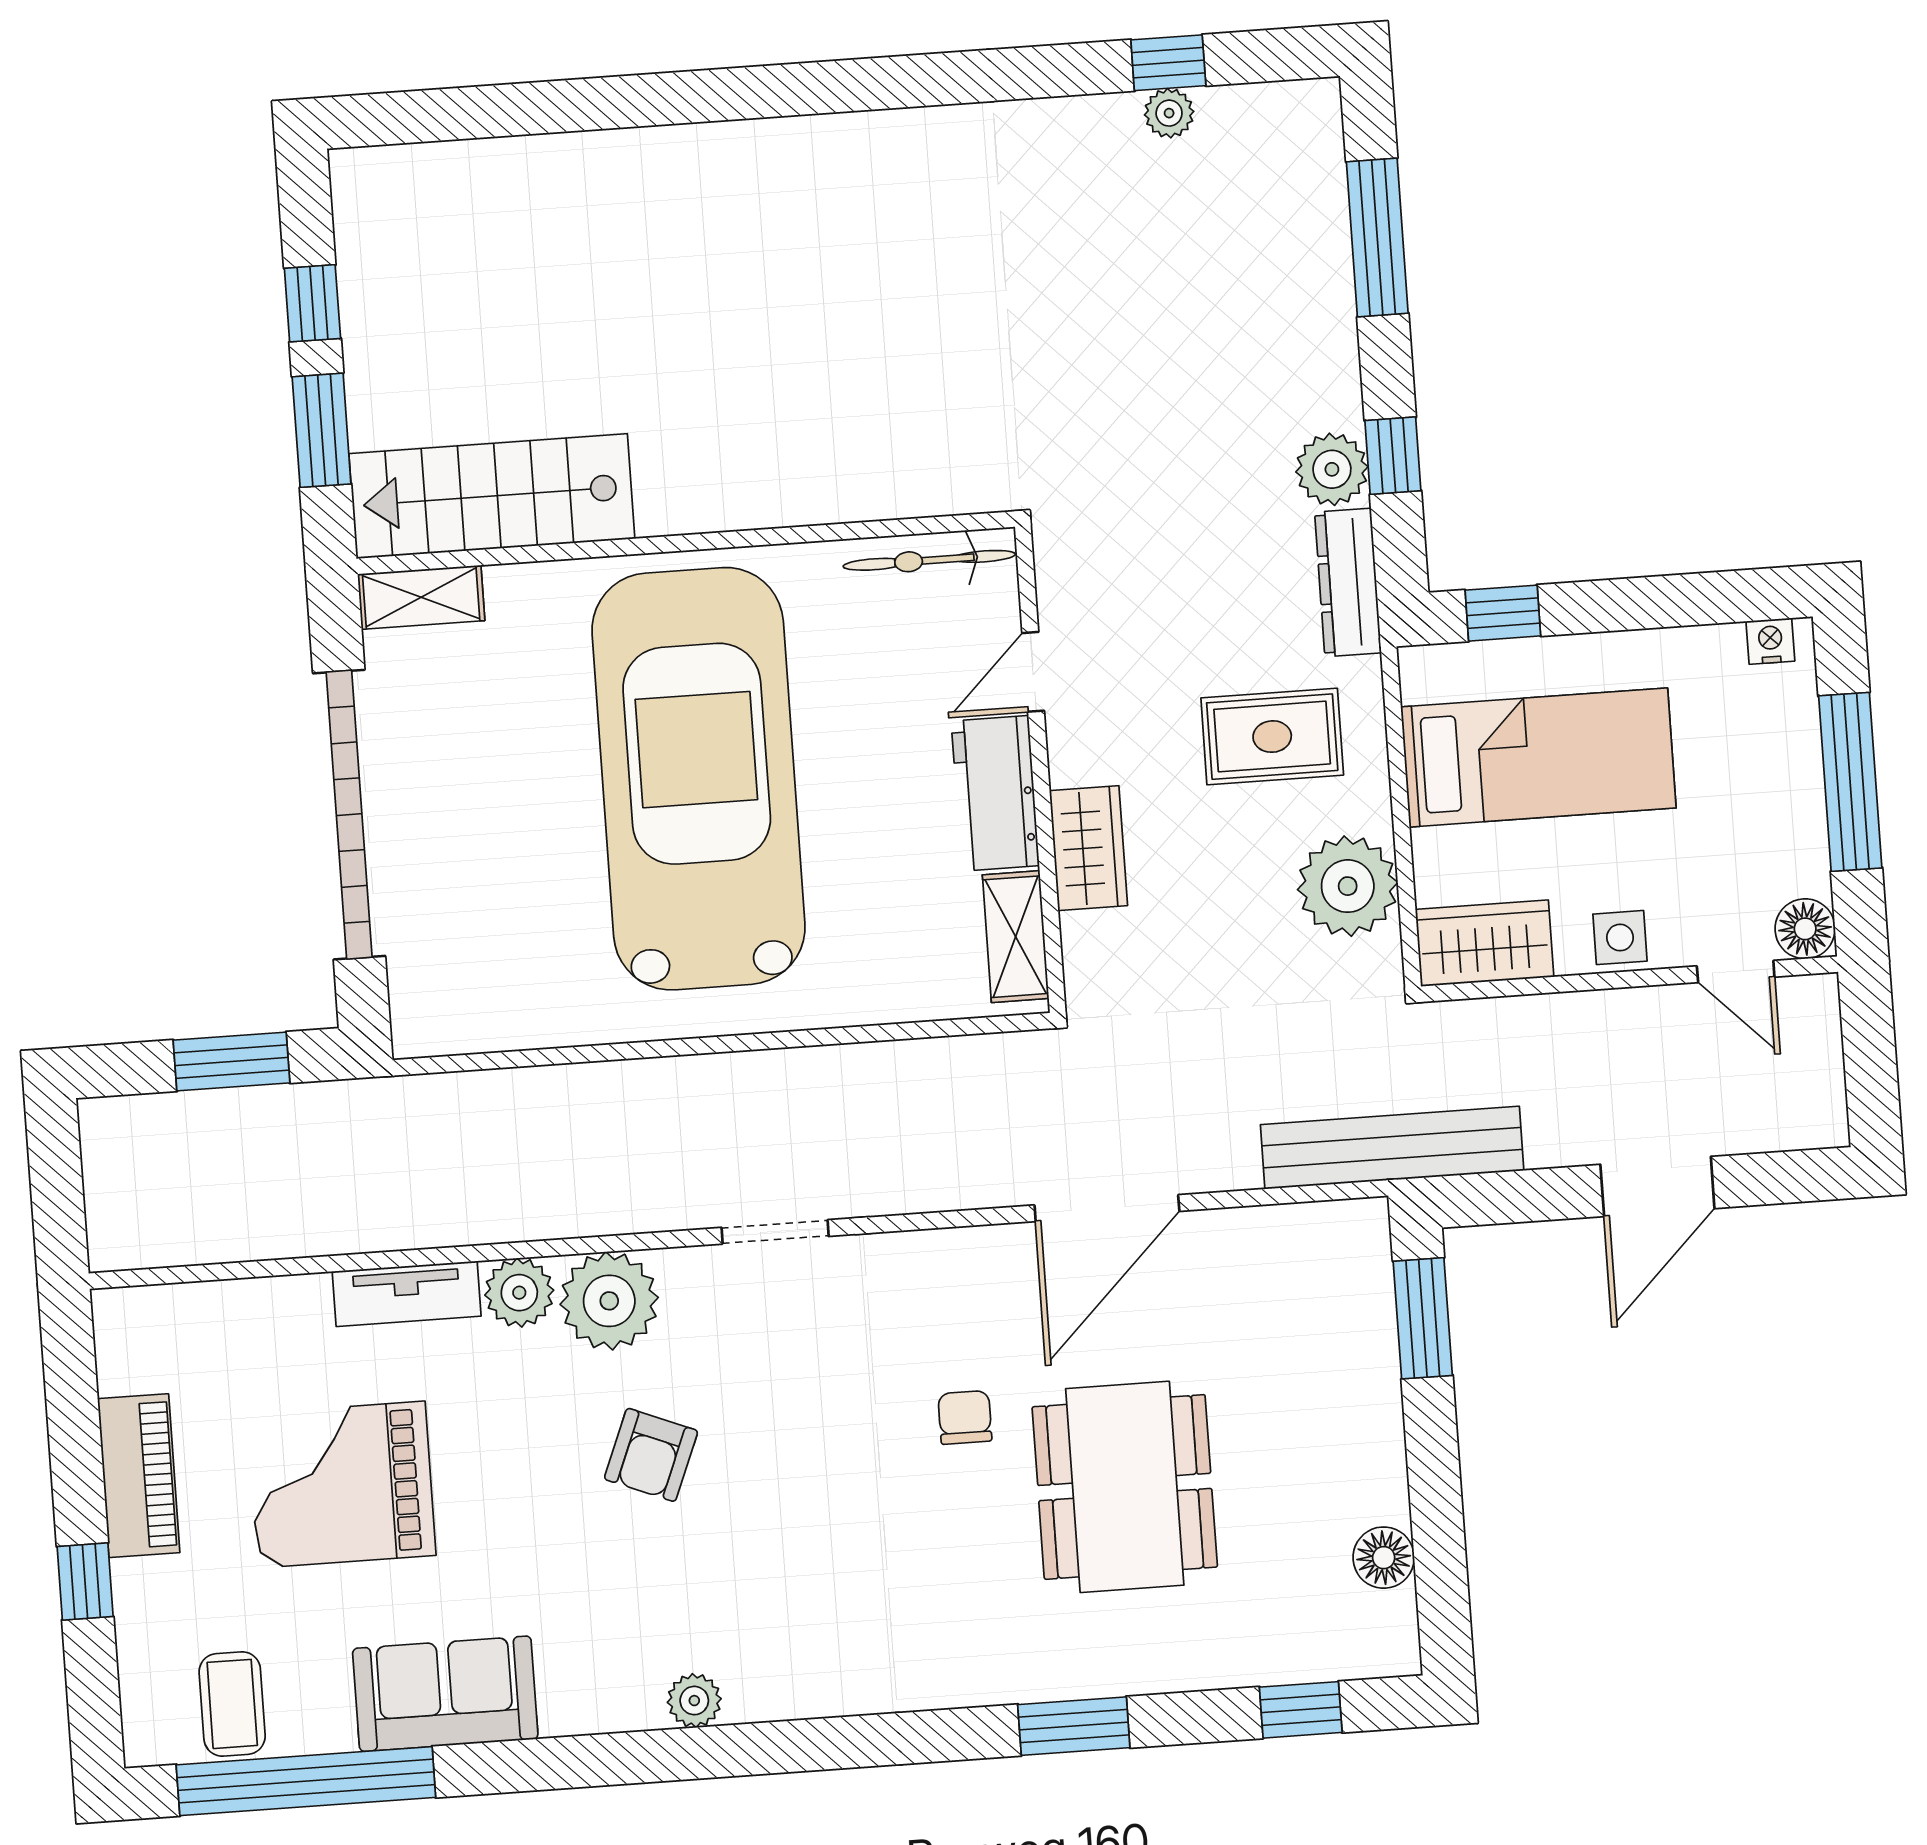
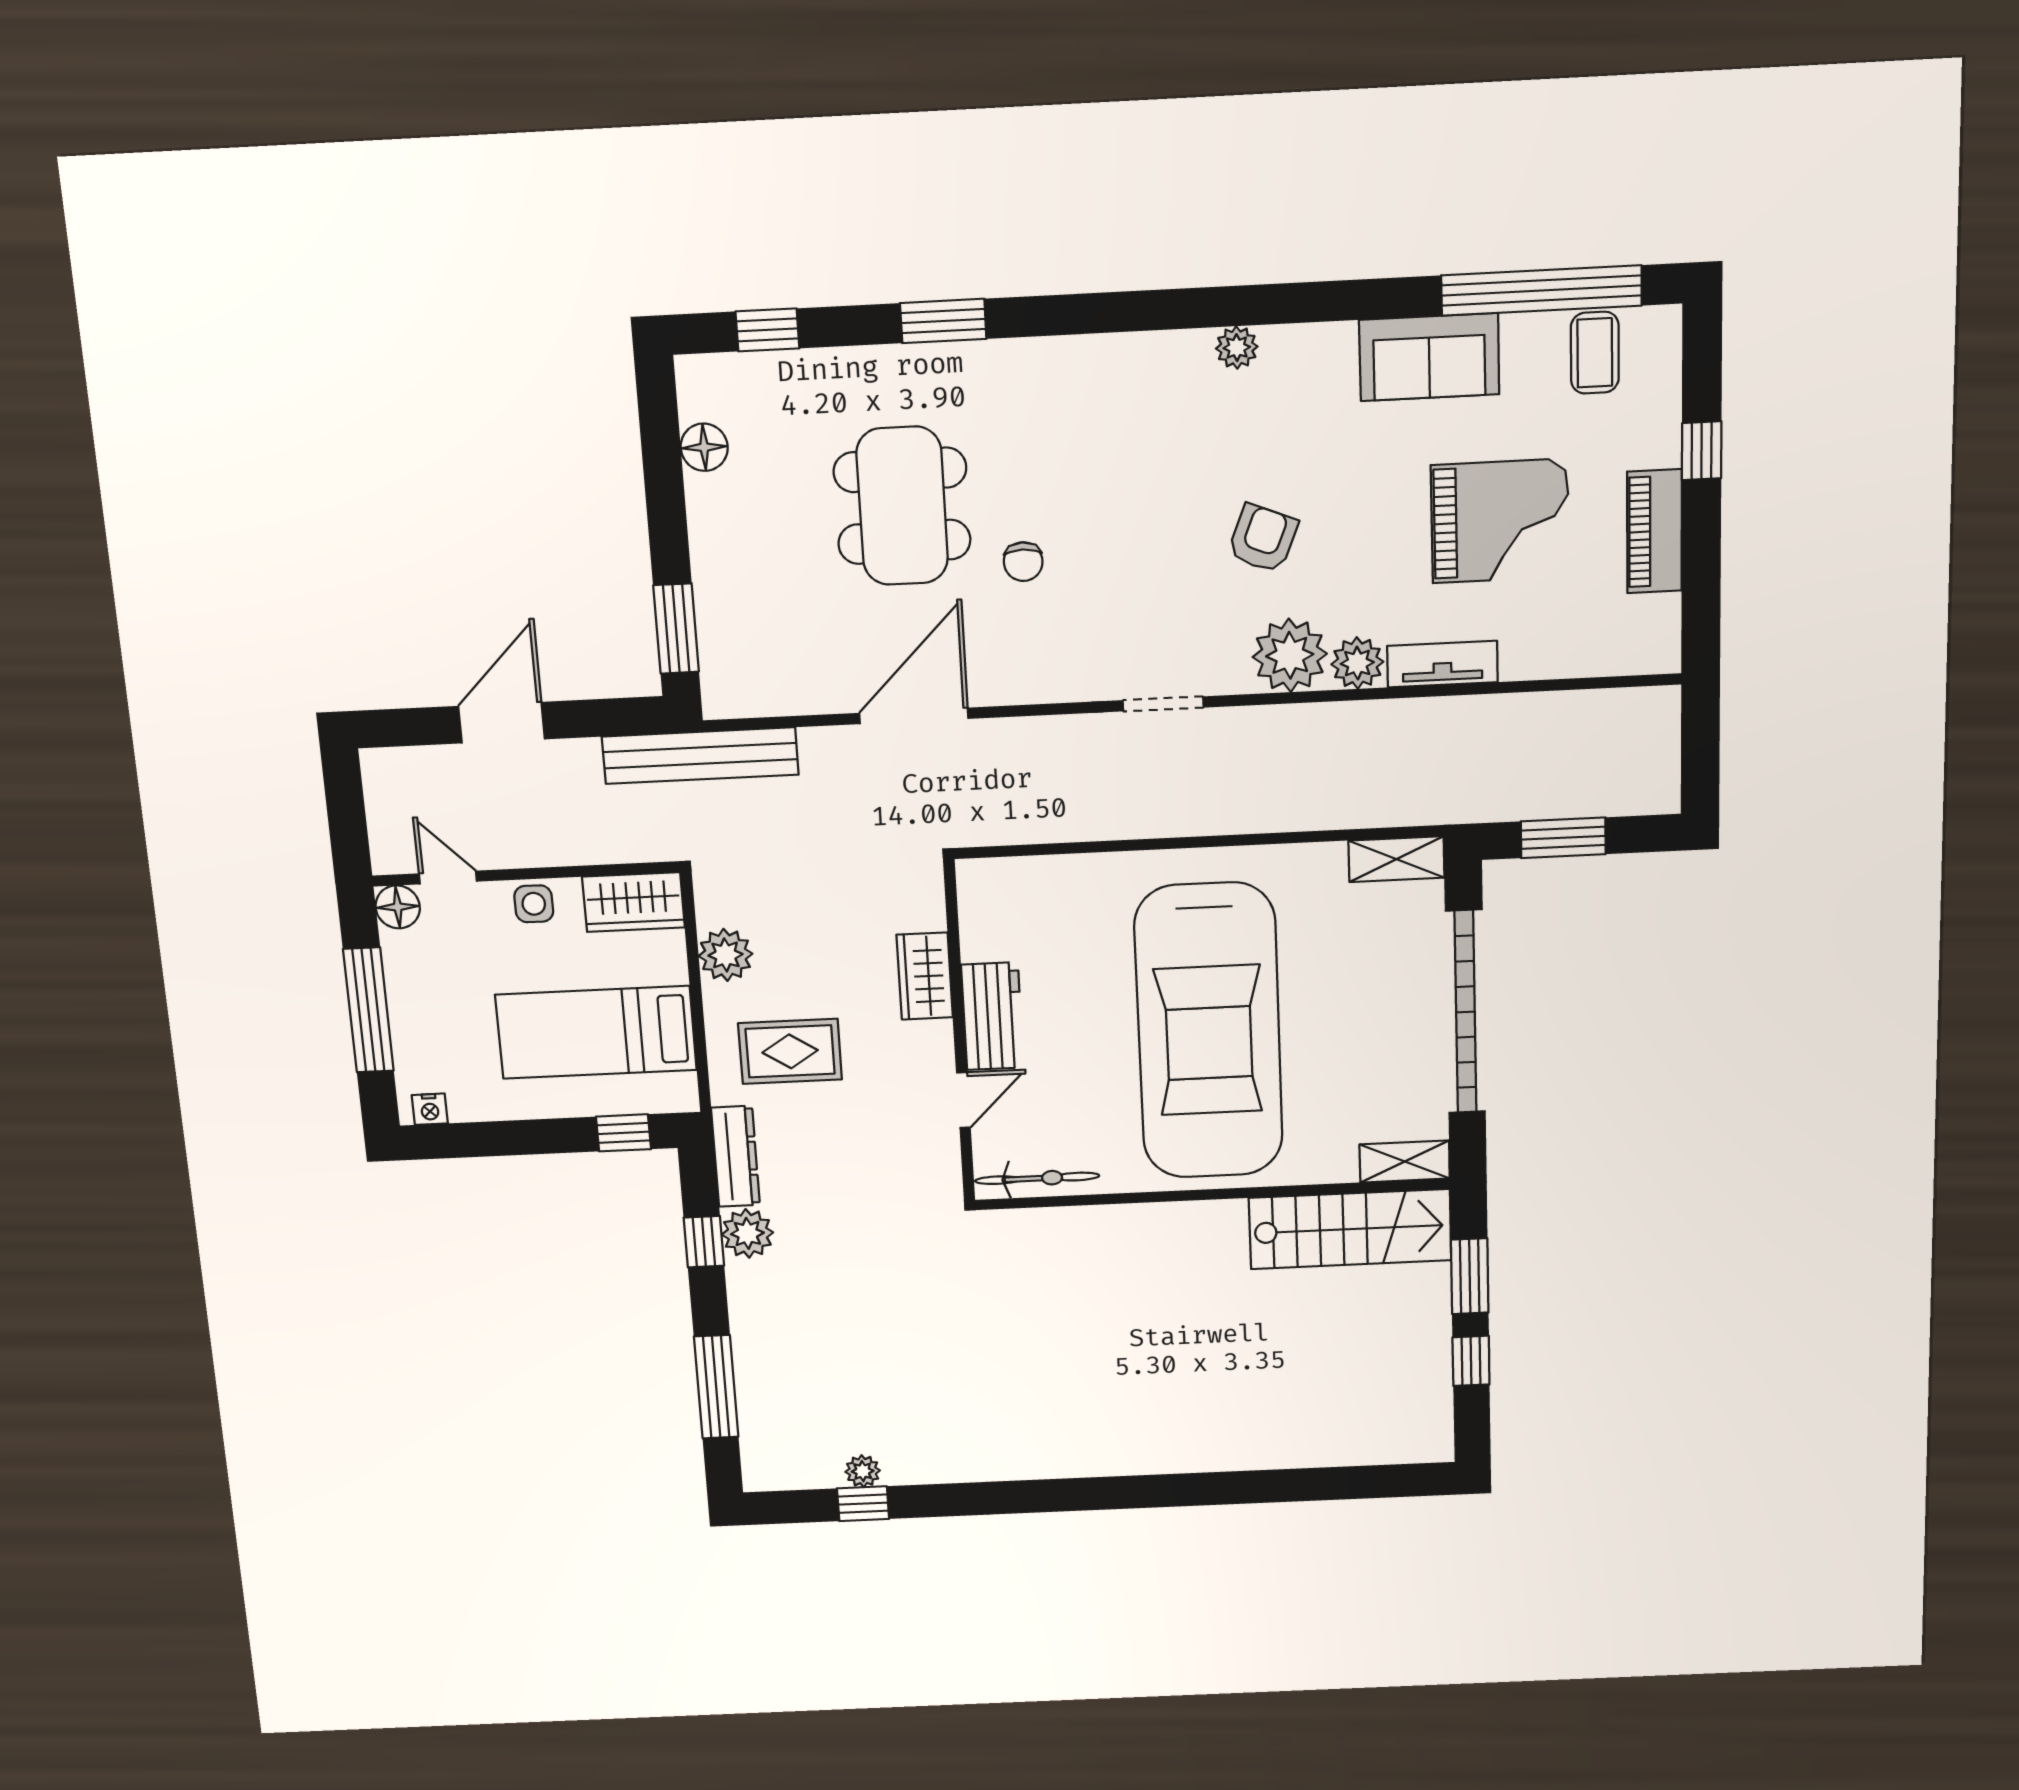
plant: (1348, 886) -> (725, 955), width x0.73, depth x0.73
shelving: (1016, 937) -> (1396, 859), moved, turned 90

